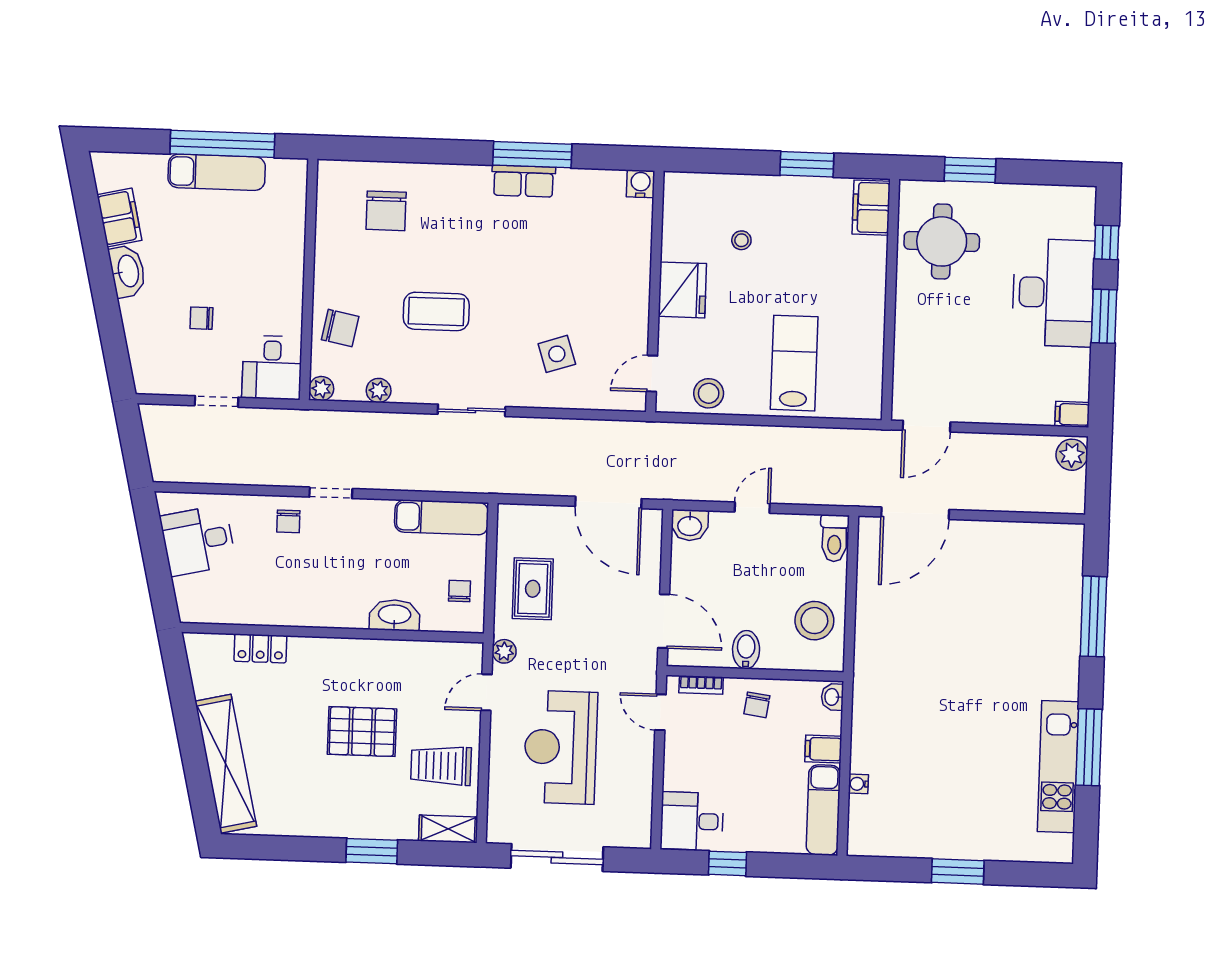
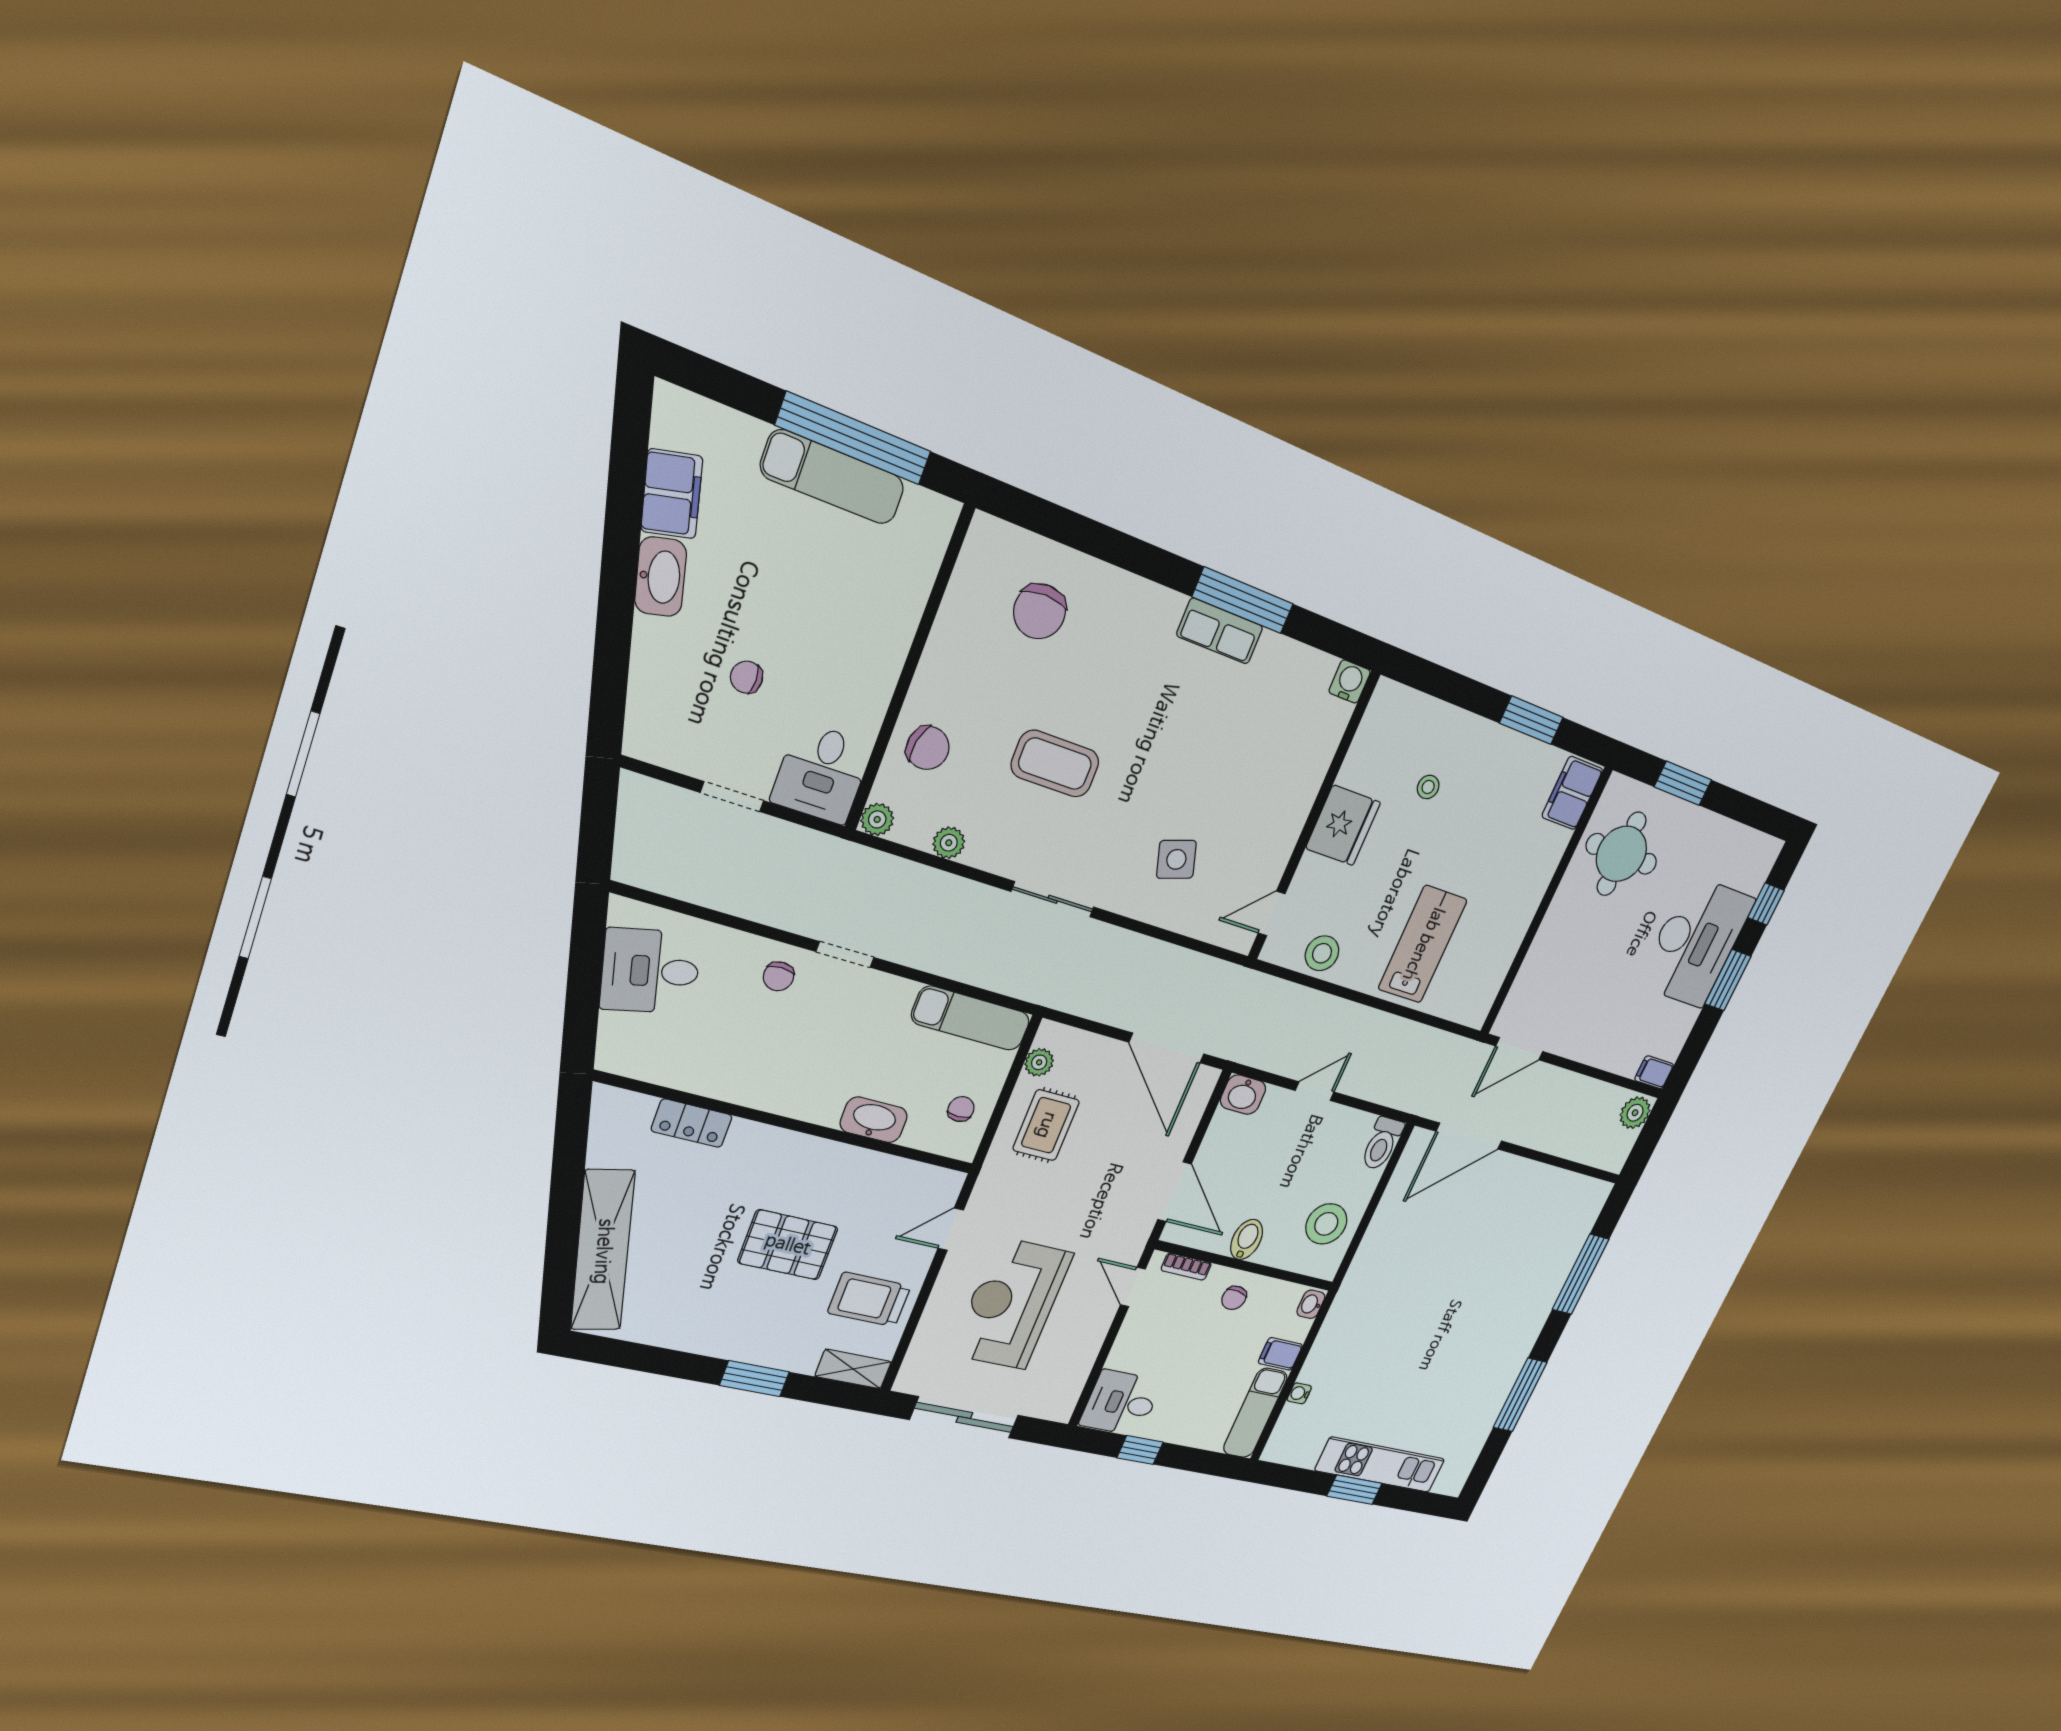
plant: (504, 651) -> (1039, 1062), moved
kitchen unit: (1058, 767) -> (1380, 1465), moved, turned 90

